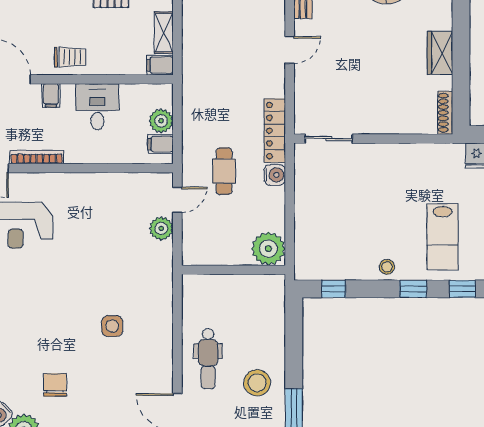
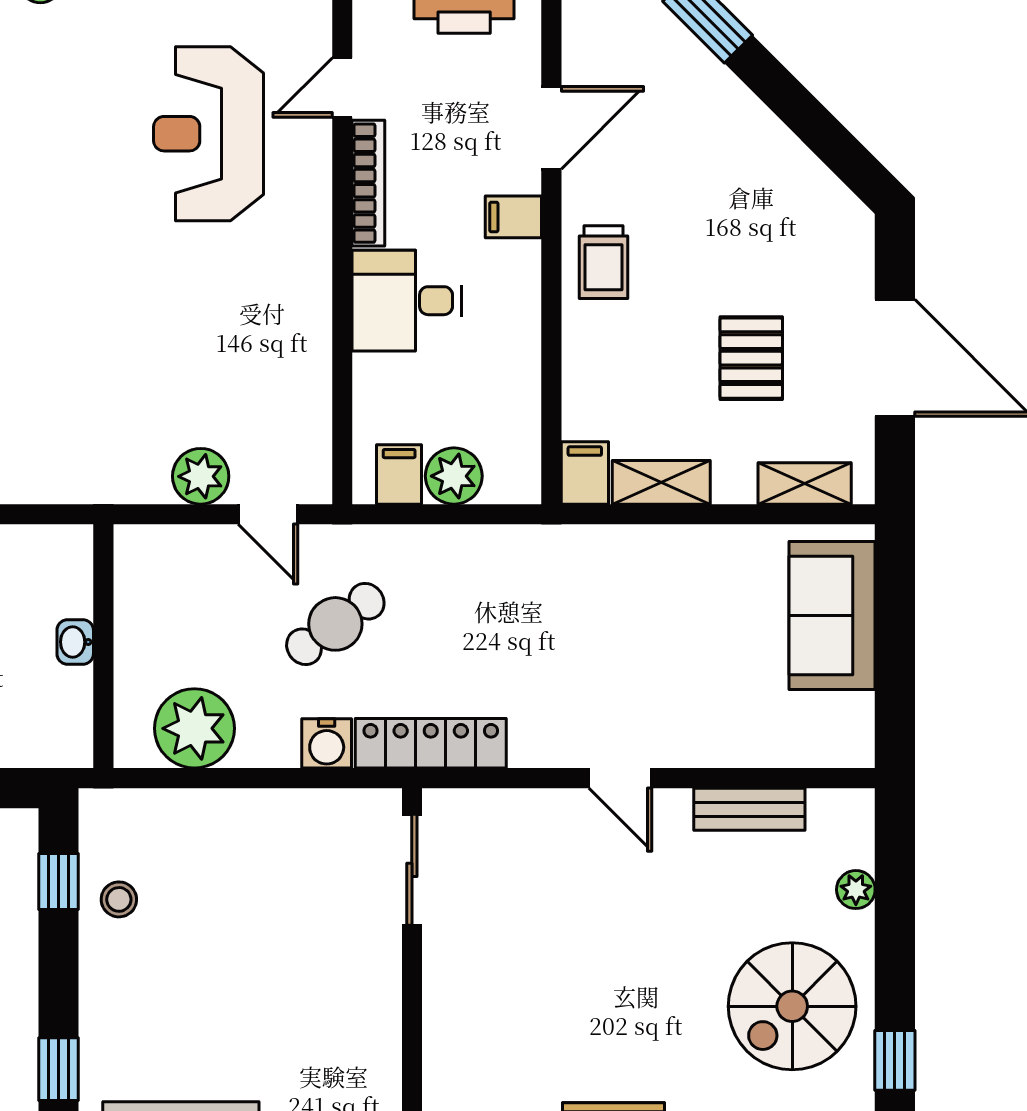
desk: (97, 107) -> (407, 301), moved, turned 180
cafe table: (224, 171) -> (335, 624), turned -36
plant: (268, 249) -> (194, 728), moved
stool: (387, 267) -> (119, 899), moved
washbasin: (232, 282) -> (75, 642), added

